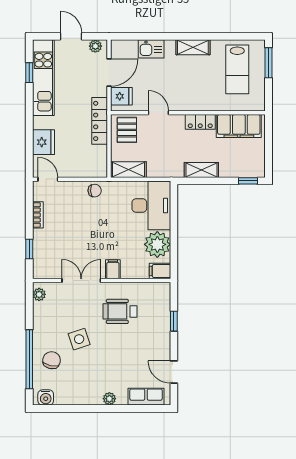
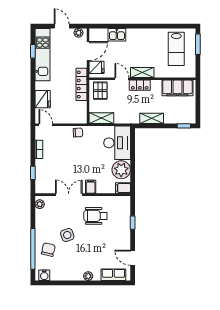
shelving: (193, 47) -> (142, 72), moved
locker: (200, 122) -> (140, 85), moved

